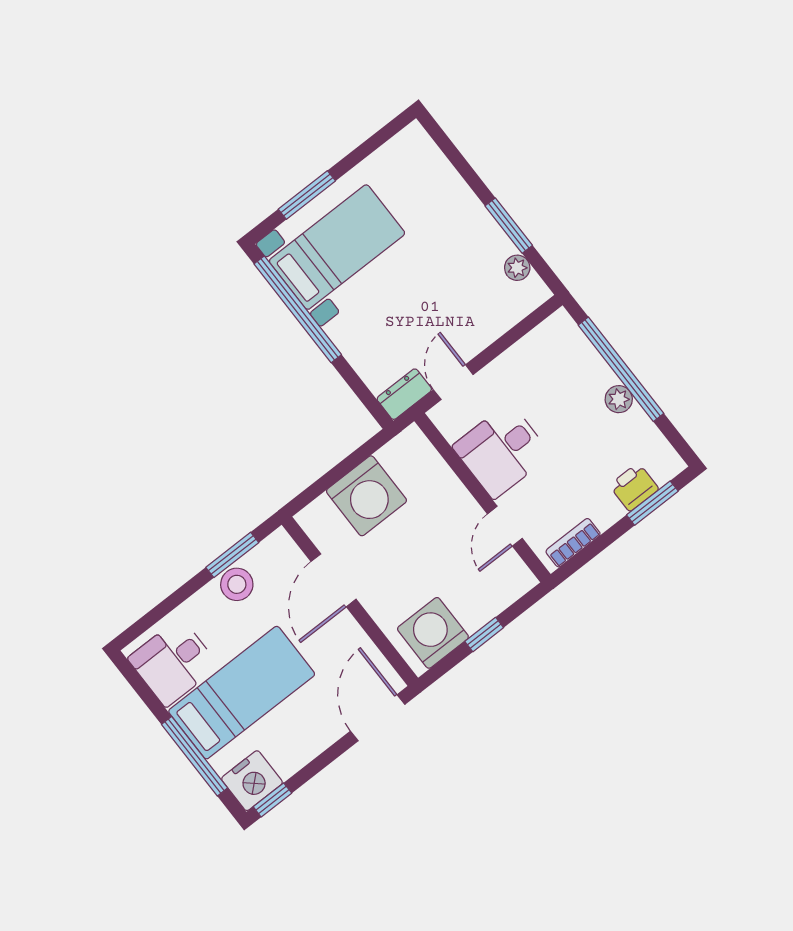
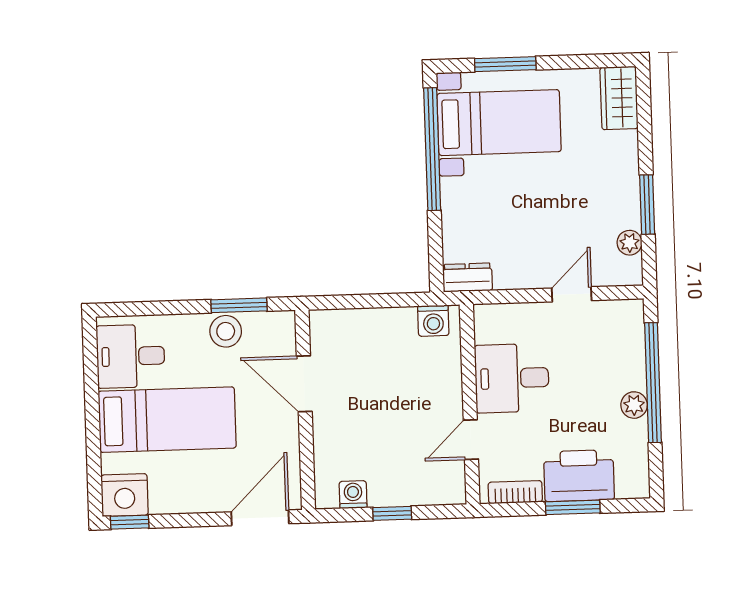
wardrobe: (421, 155) -> (619, 98), added
door: (453, 382) -> (572, 294), moved
printer: (634, 487) -> (579, 476), width x1.87, depth x1.48
washing machine: (366, 496) -> (433, 321), moved, width x0.53, depth x0.53
window: (652, 503) -> (573, 507), moved
door: (334, 580) -> (304, 384), hinge flipped
washing machine: (433, 633) -> (353, 495), width x0.53, depth x0.53
window: (195, 756) -> (93, 443), removed

